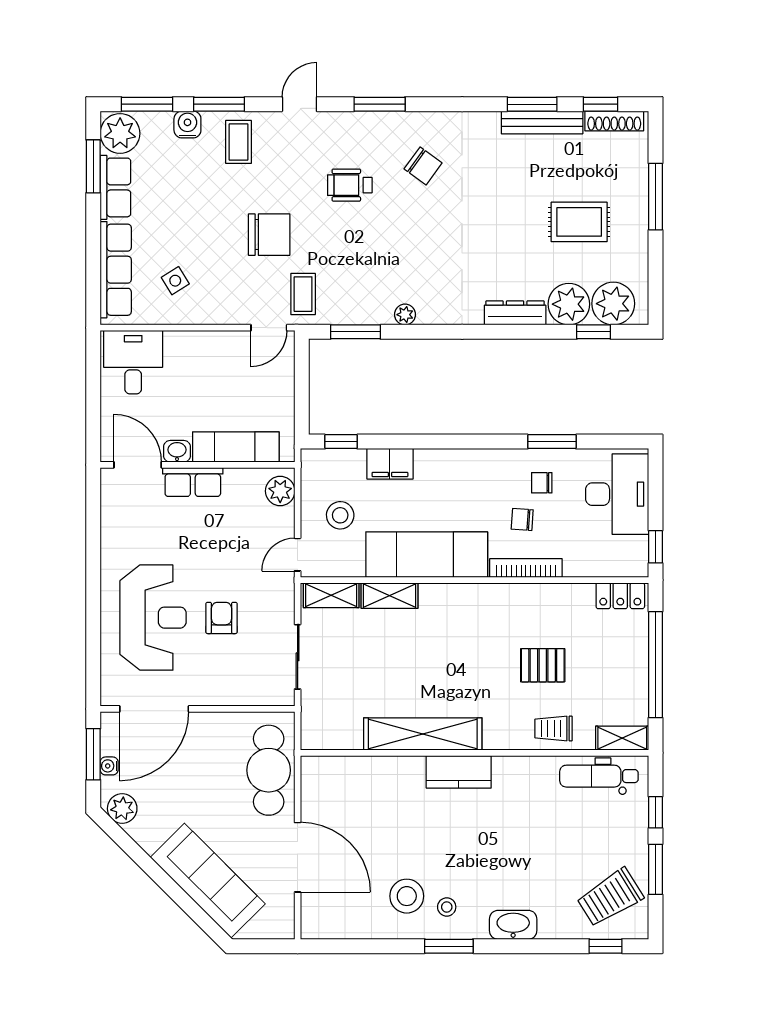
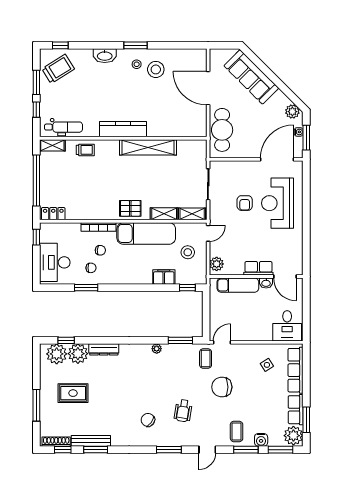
wheelchair: (350, 185) -> (183, 411), turned 99
pallet: (543, 665) -> (130, 208), moved
kitchen counter: (459, 772) -> (123, 129), width x1.50

